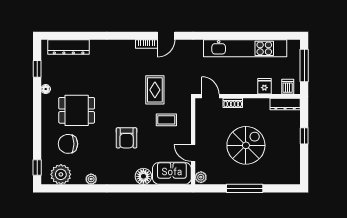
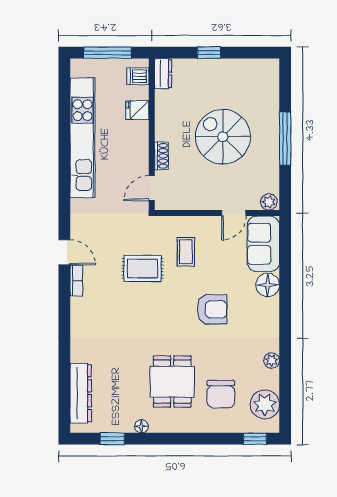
dresser: (285, 104) -> (163, 74), width x0.70

